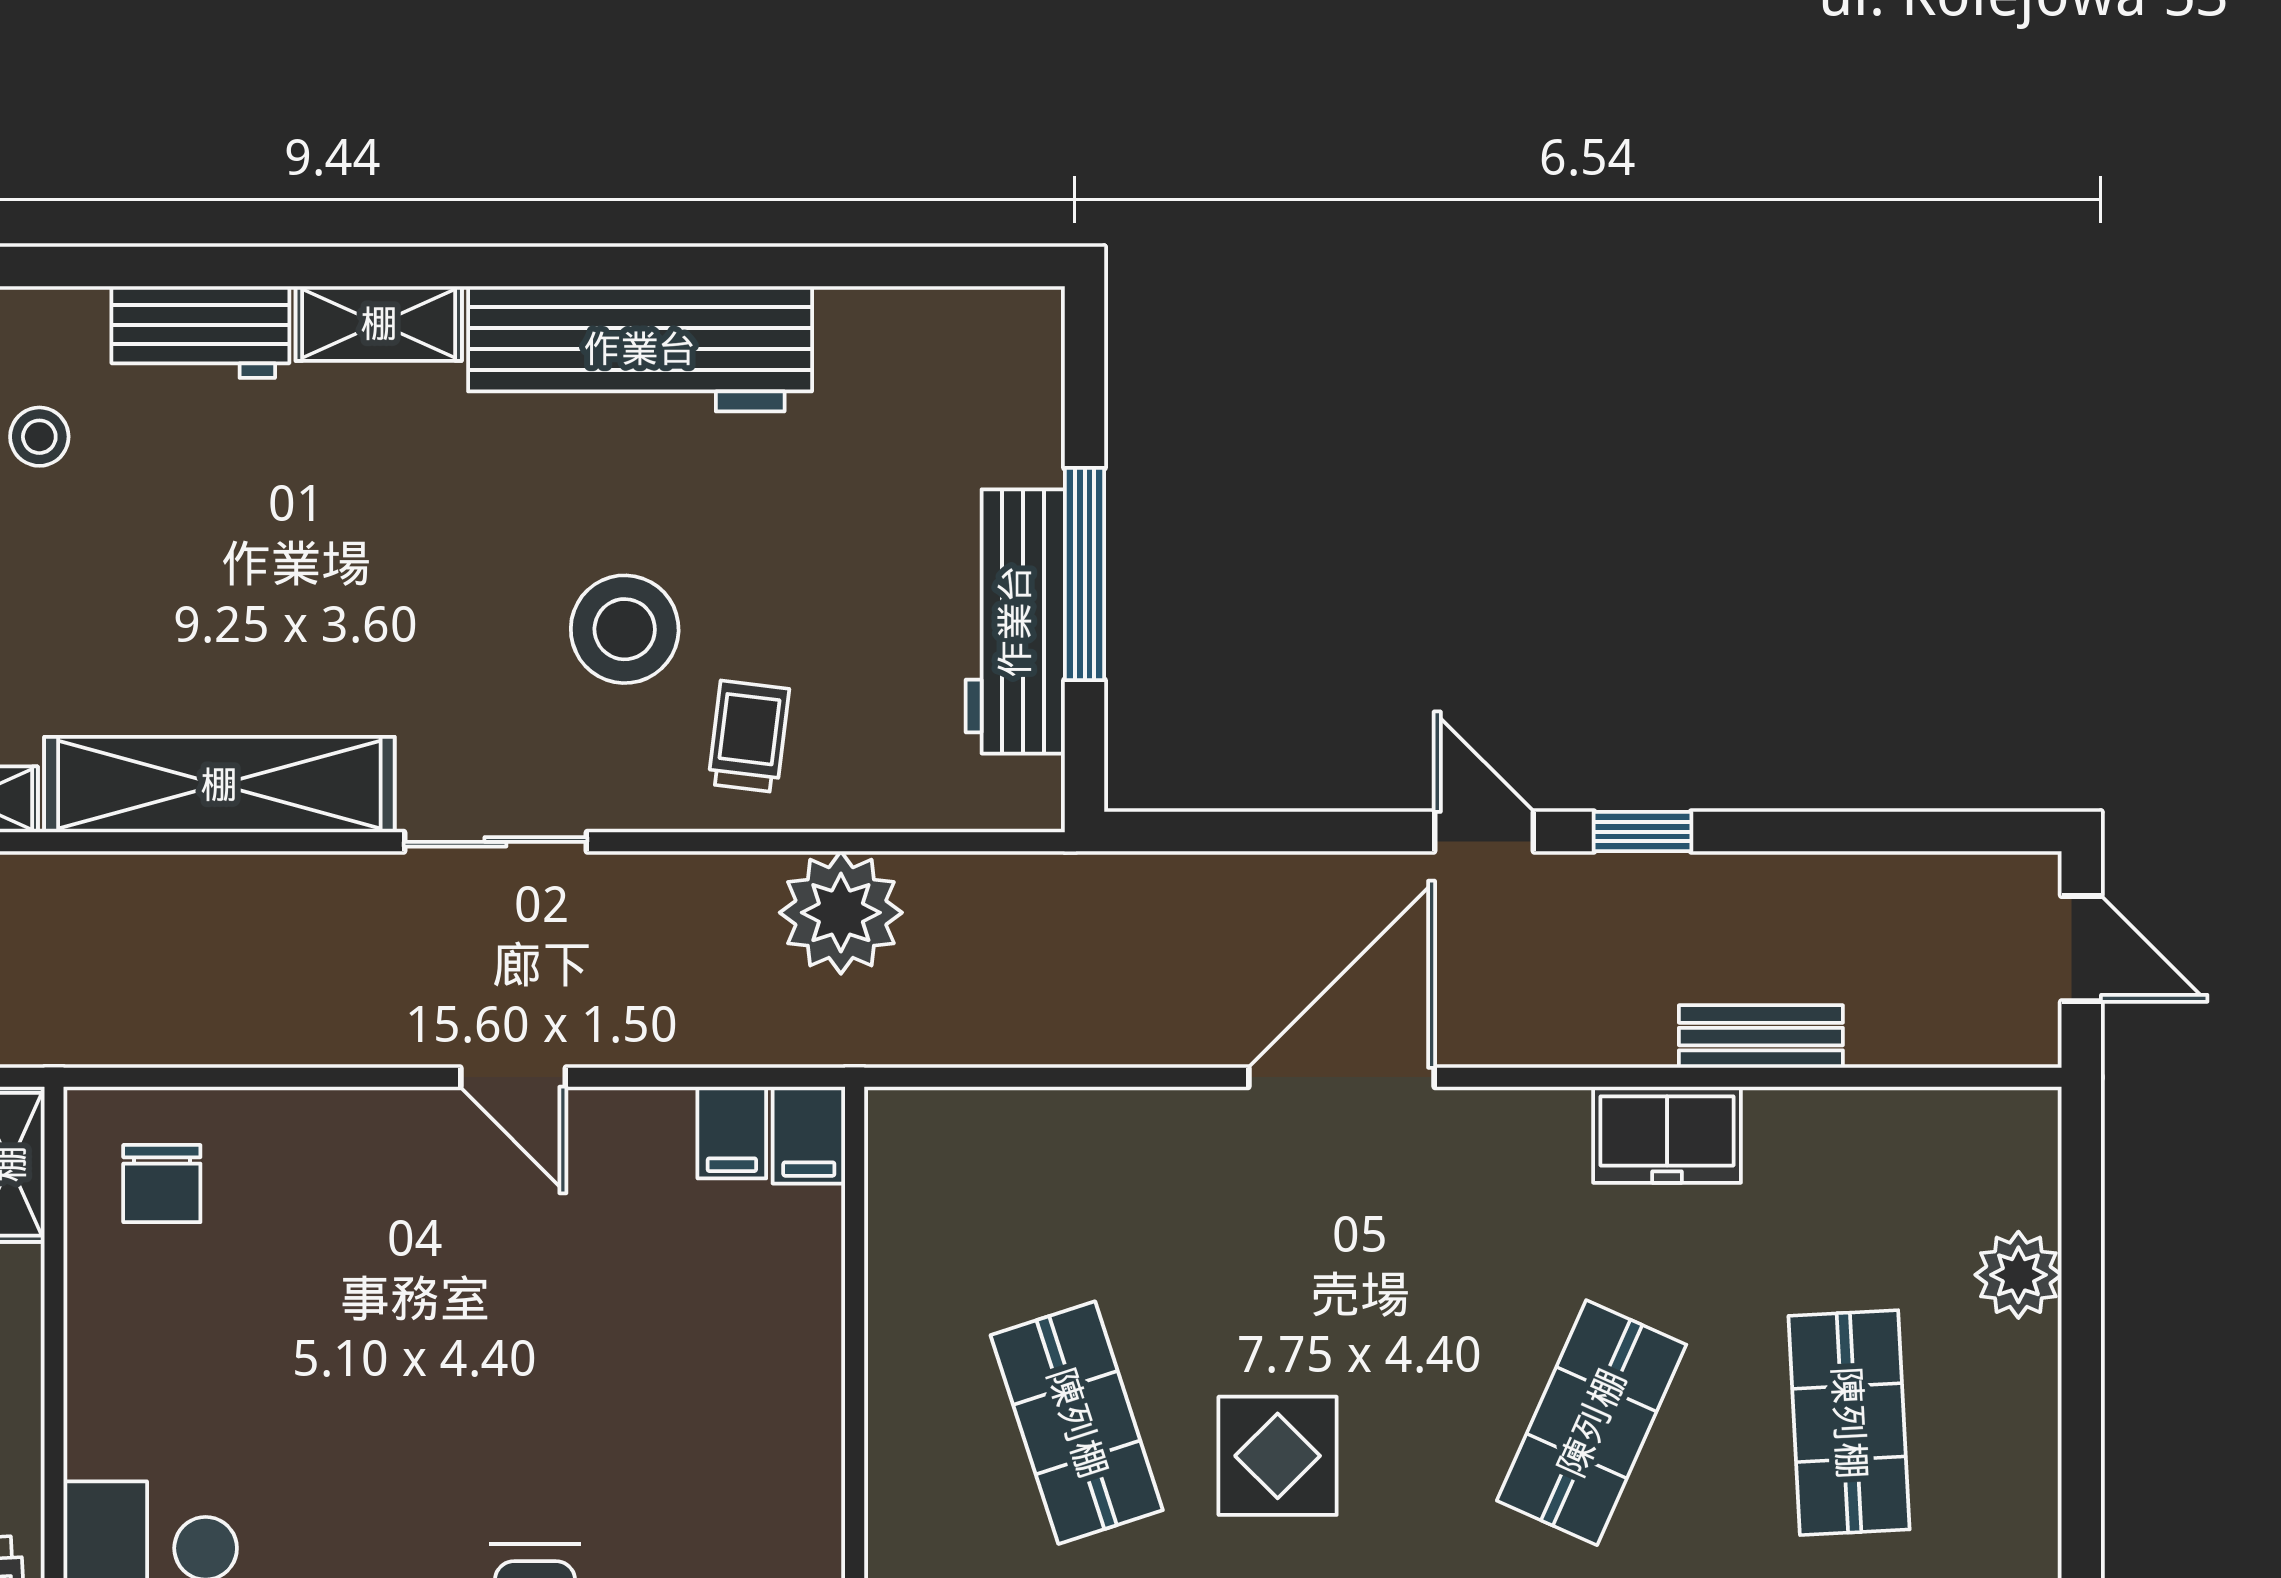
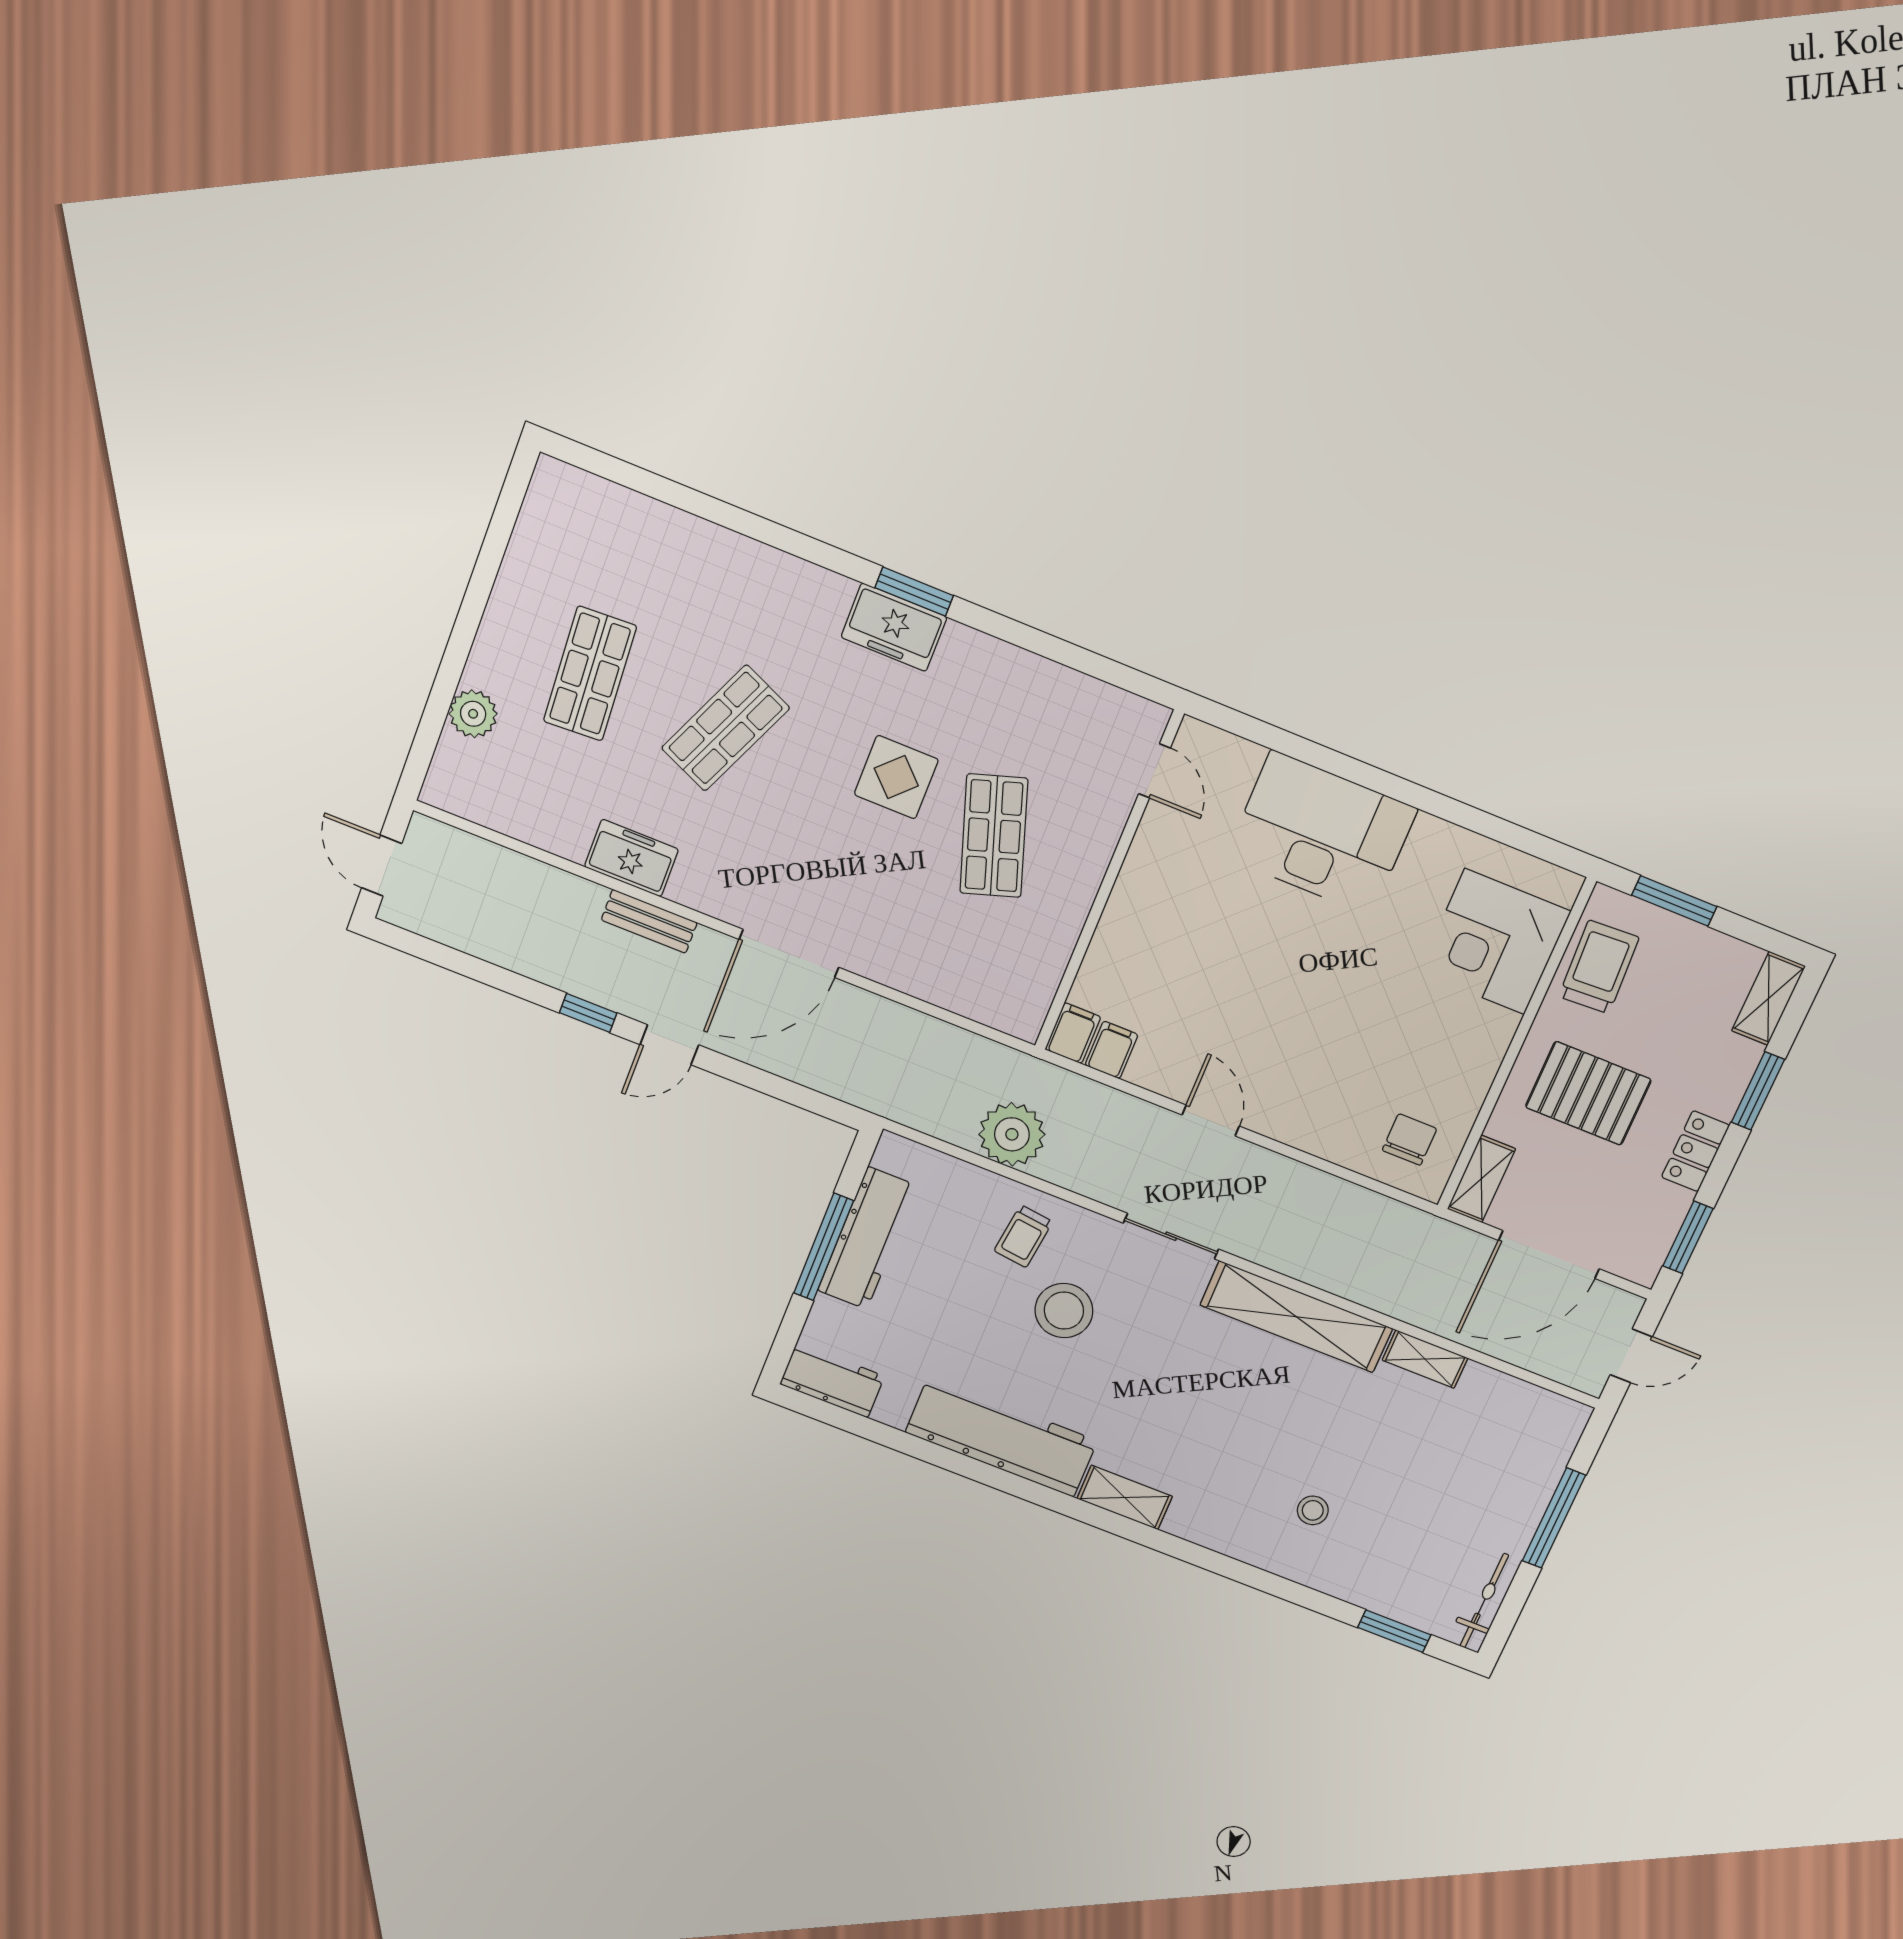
workbench: (200, 332) -> (832, 1380), moved
door: (1484, 832) -> (669, 1045), hinge flipped
bench: (1761, 1037) -> (649, 921), moved

